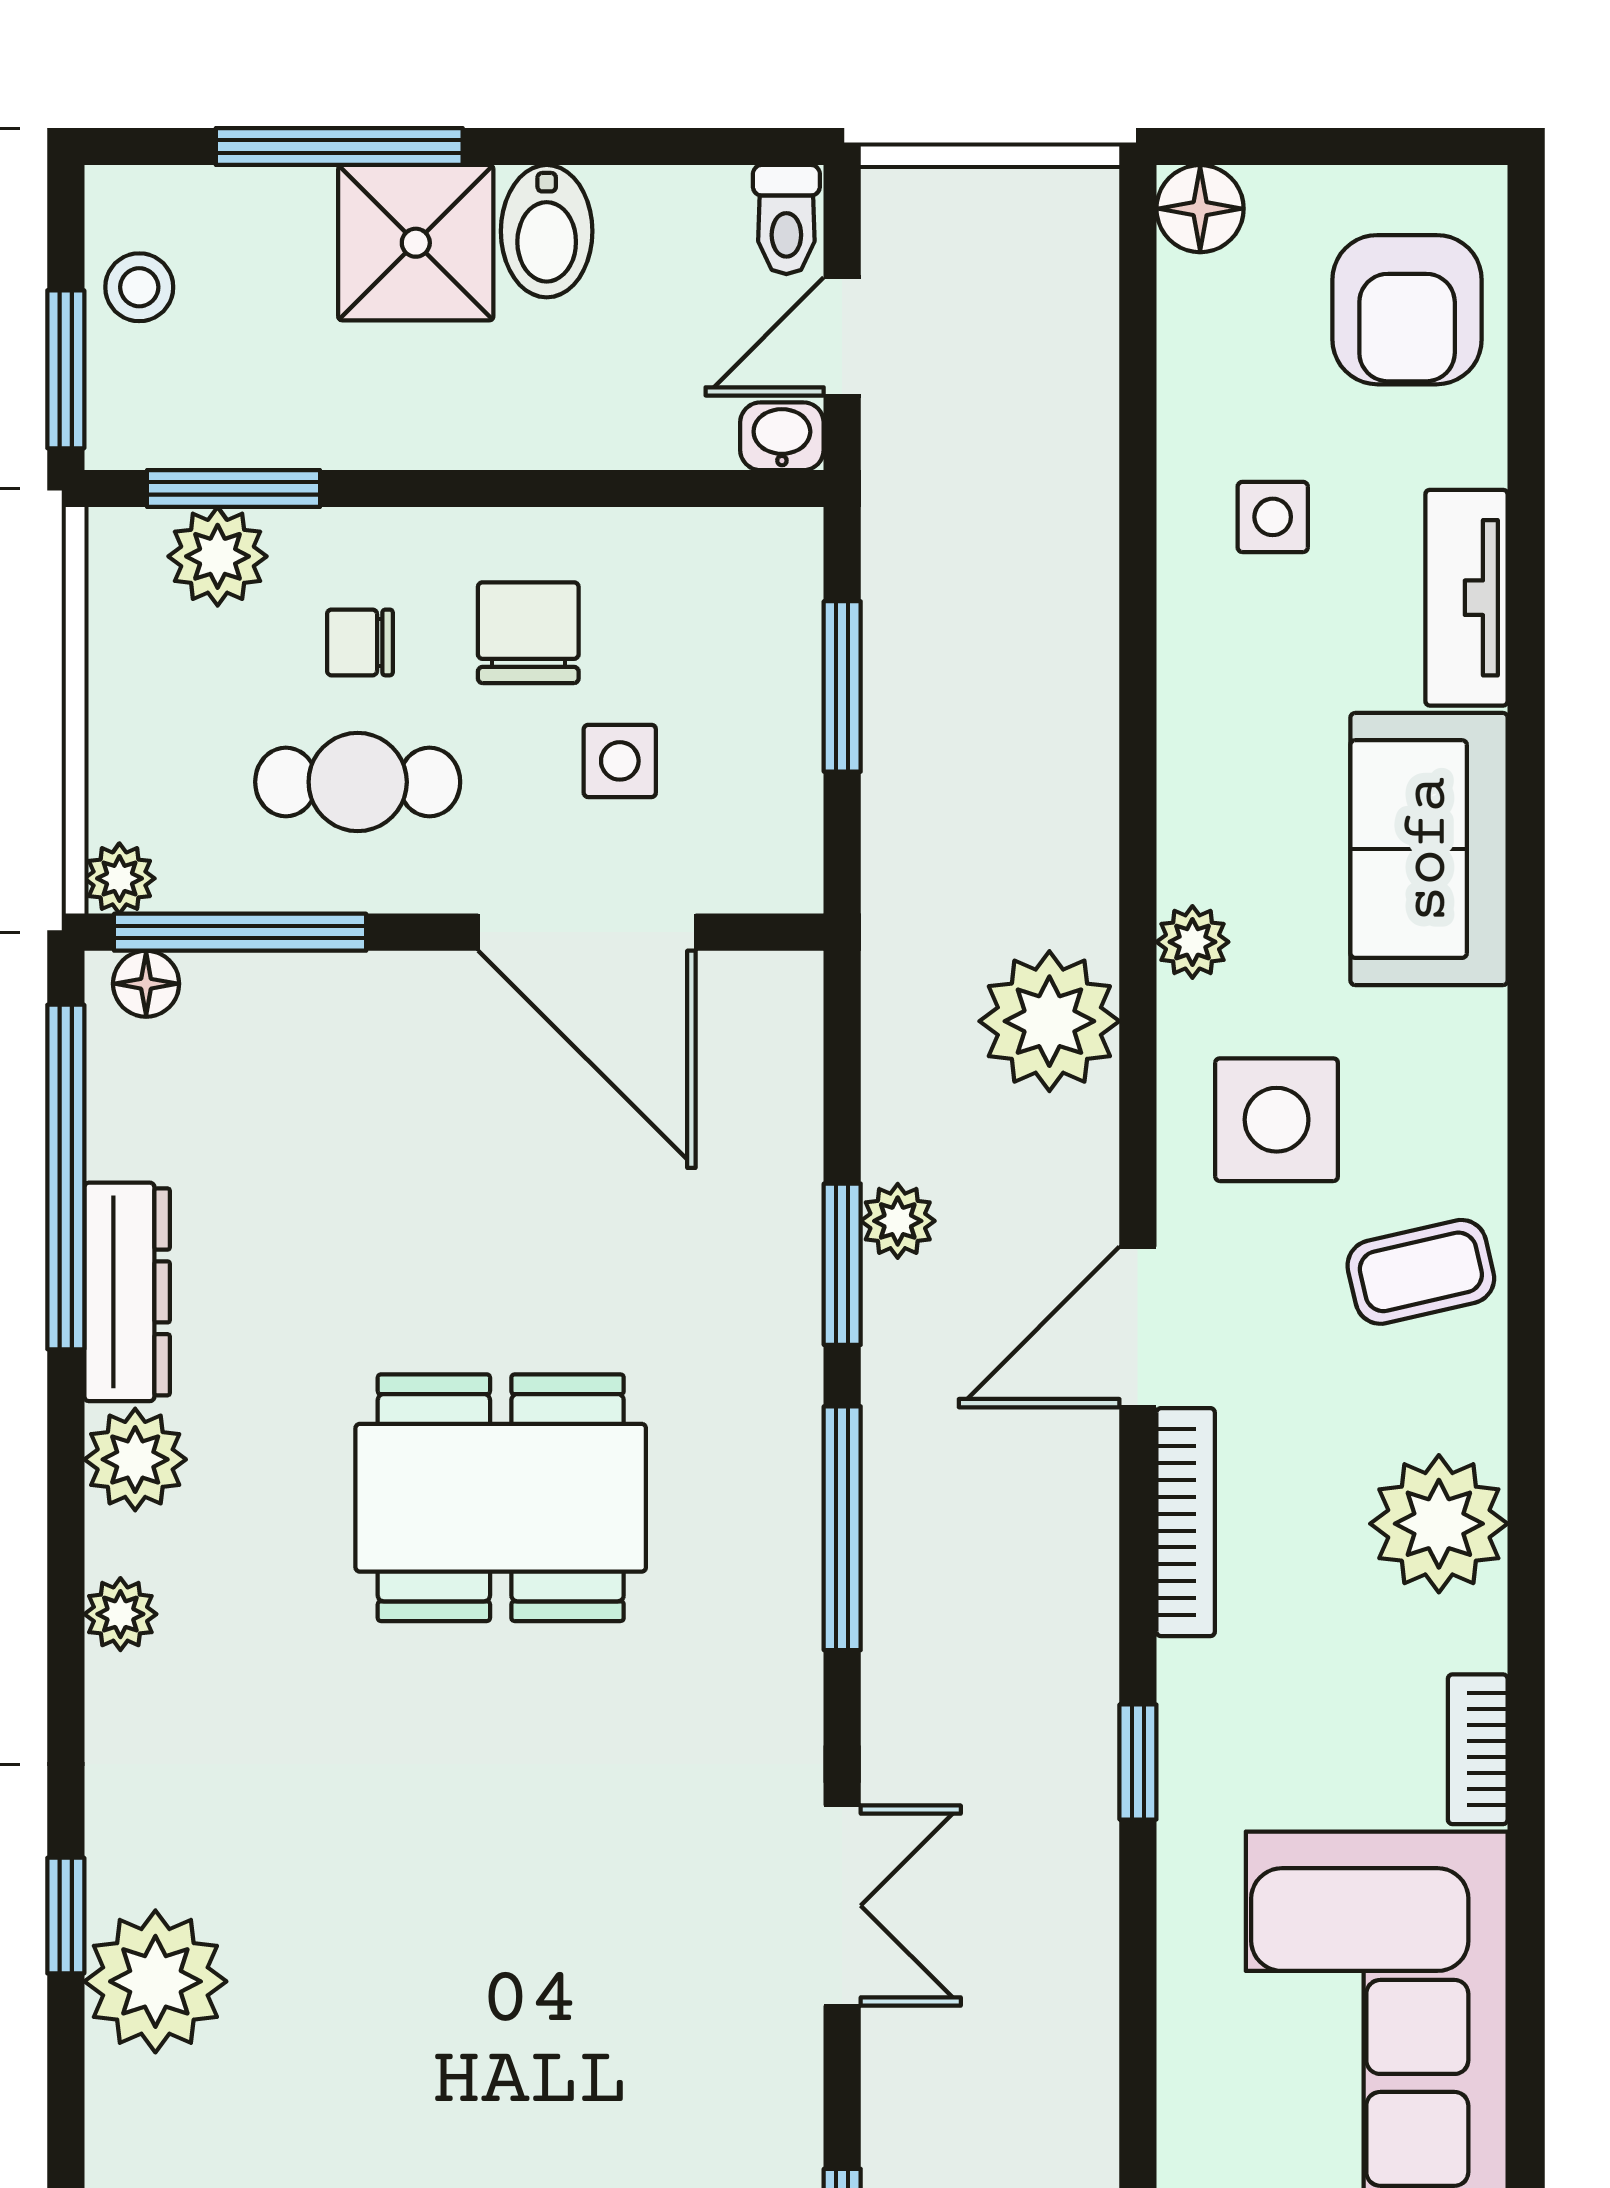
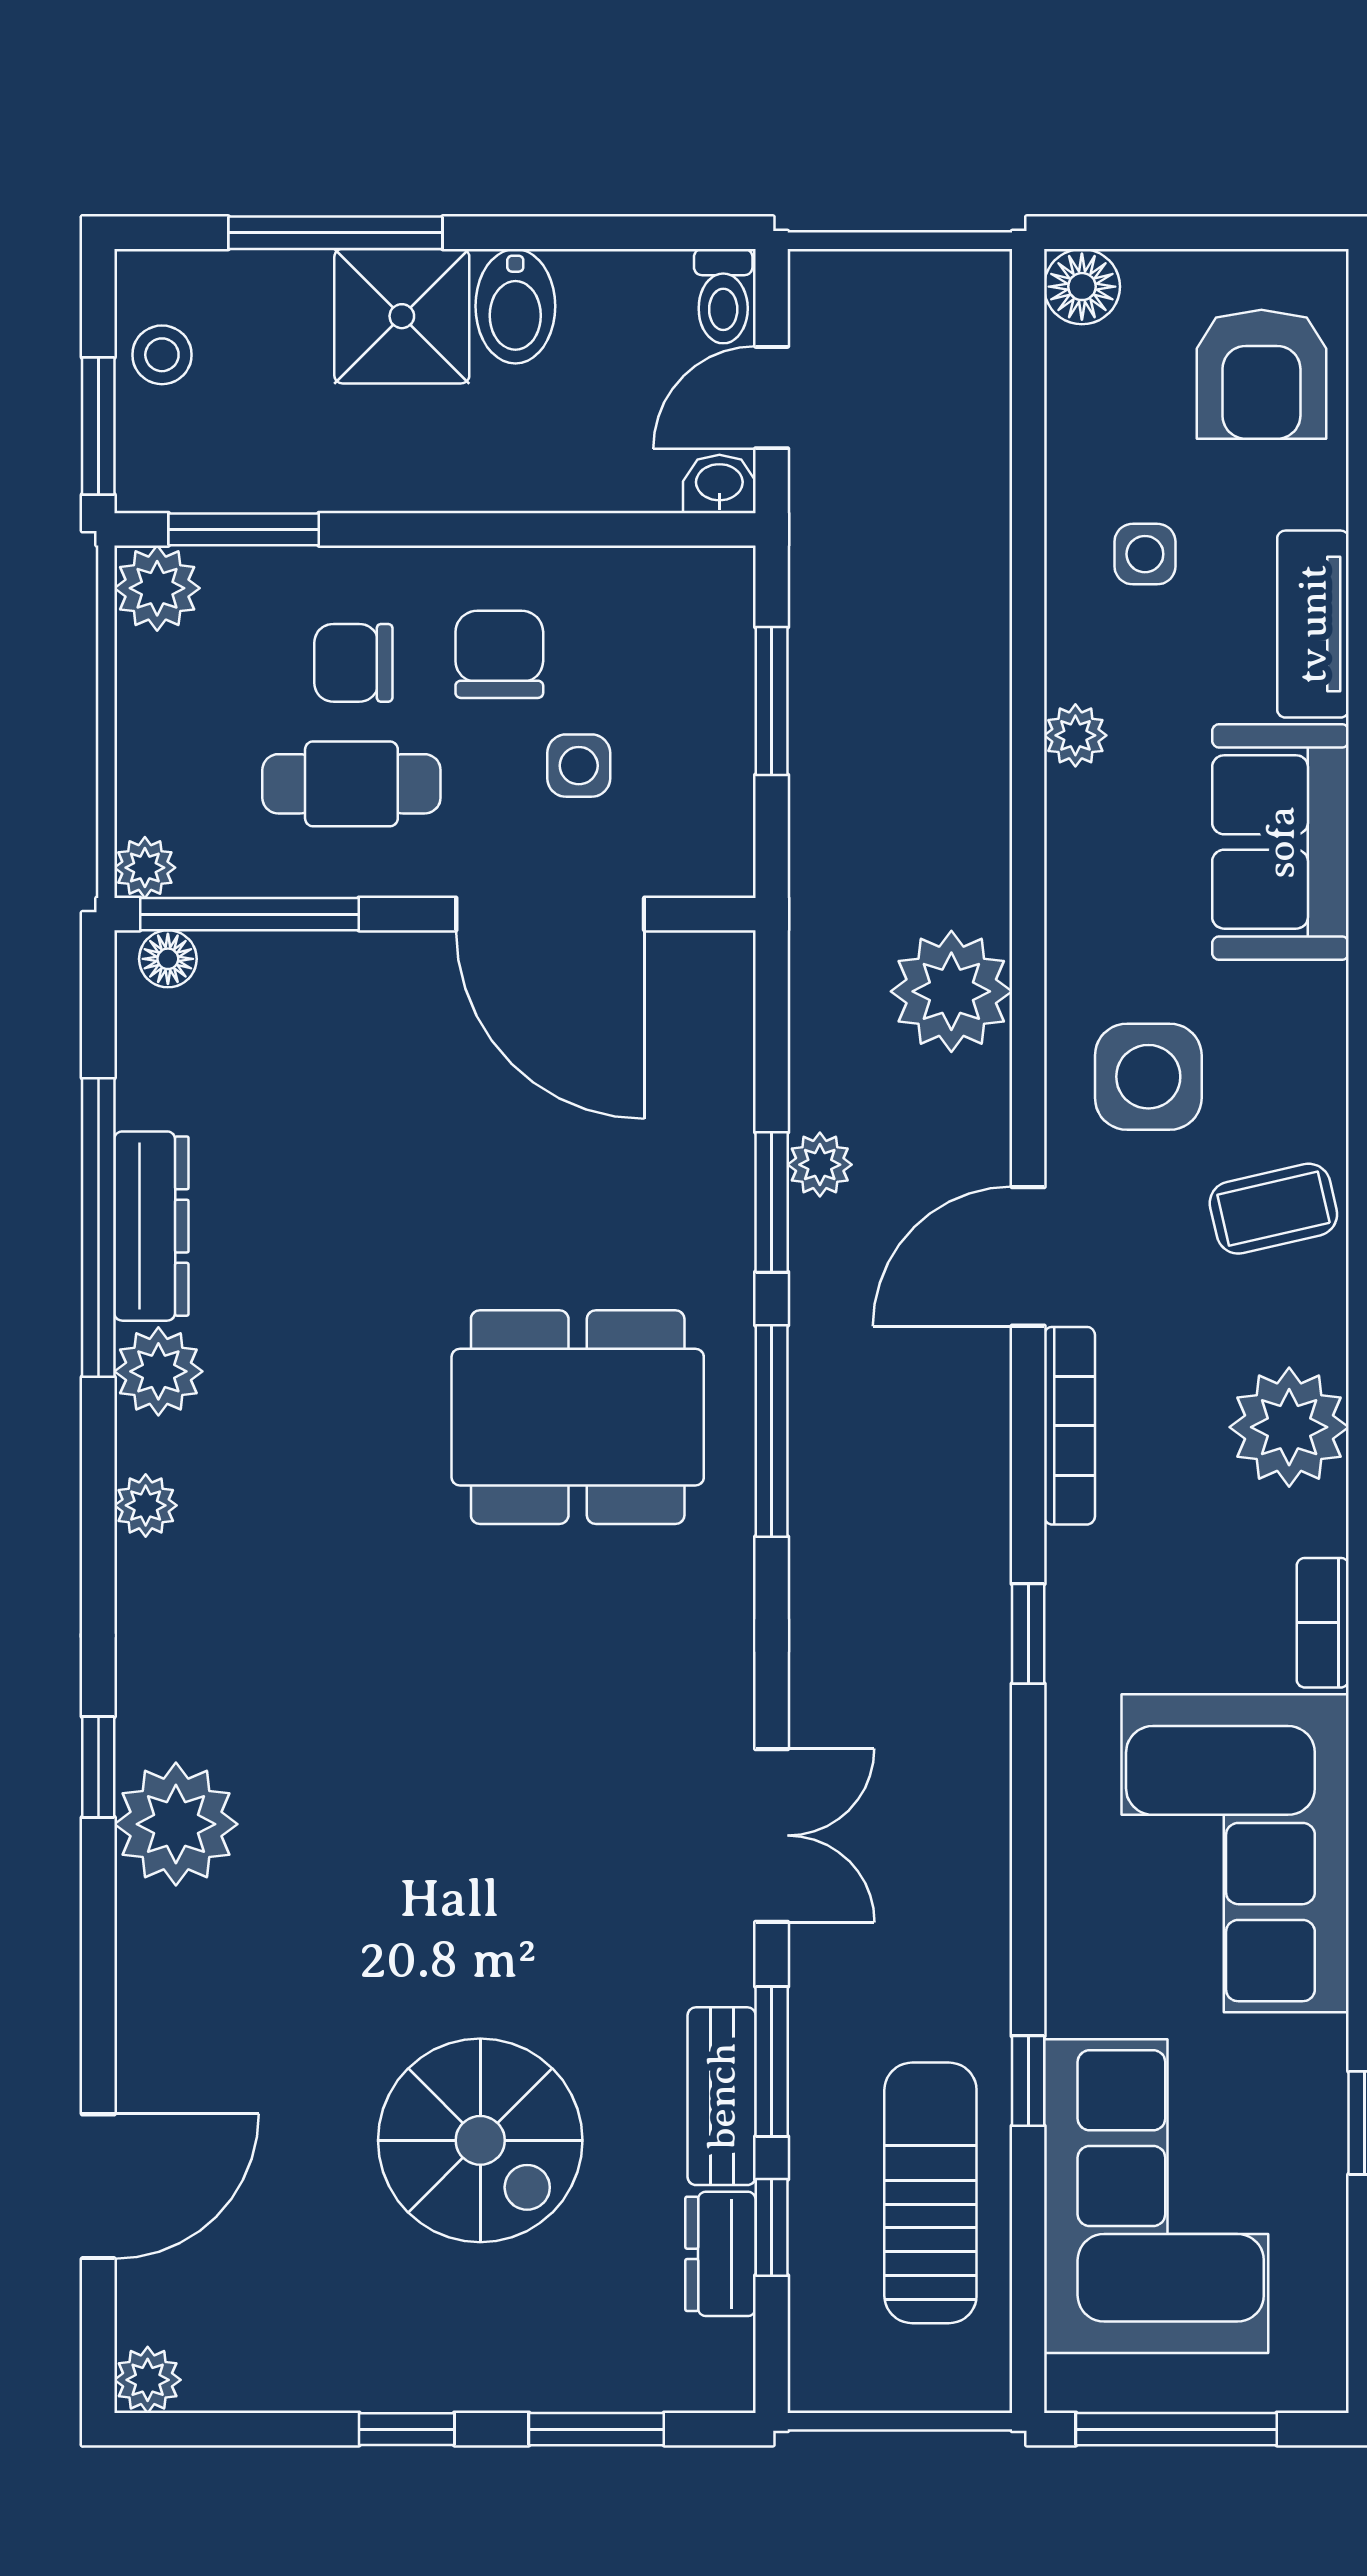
plant: (218, 556) -> (157, 588), moved
chair: (360, 642) -> (353, 663), width x1.37, depth x1.37
plant: (1192, 942) -> (1075, 735), moved
window: (66, 1177) -> (98, 1227), moved
dining table: (501, 1498) -> (578, 1417), moved
double door: (842, 1906) -> (772, 1835), moved

